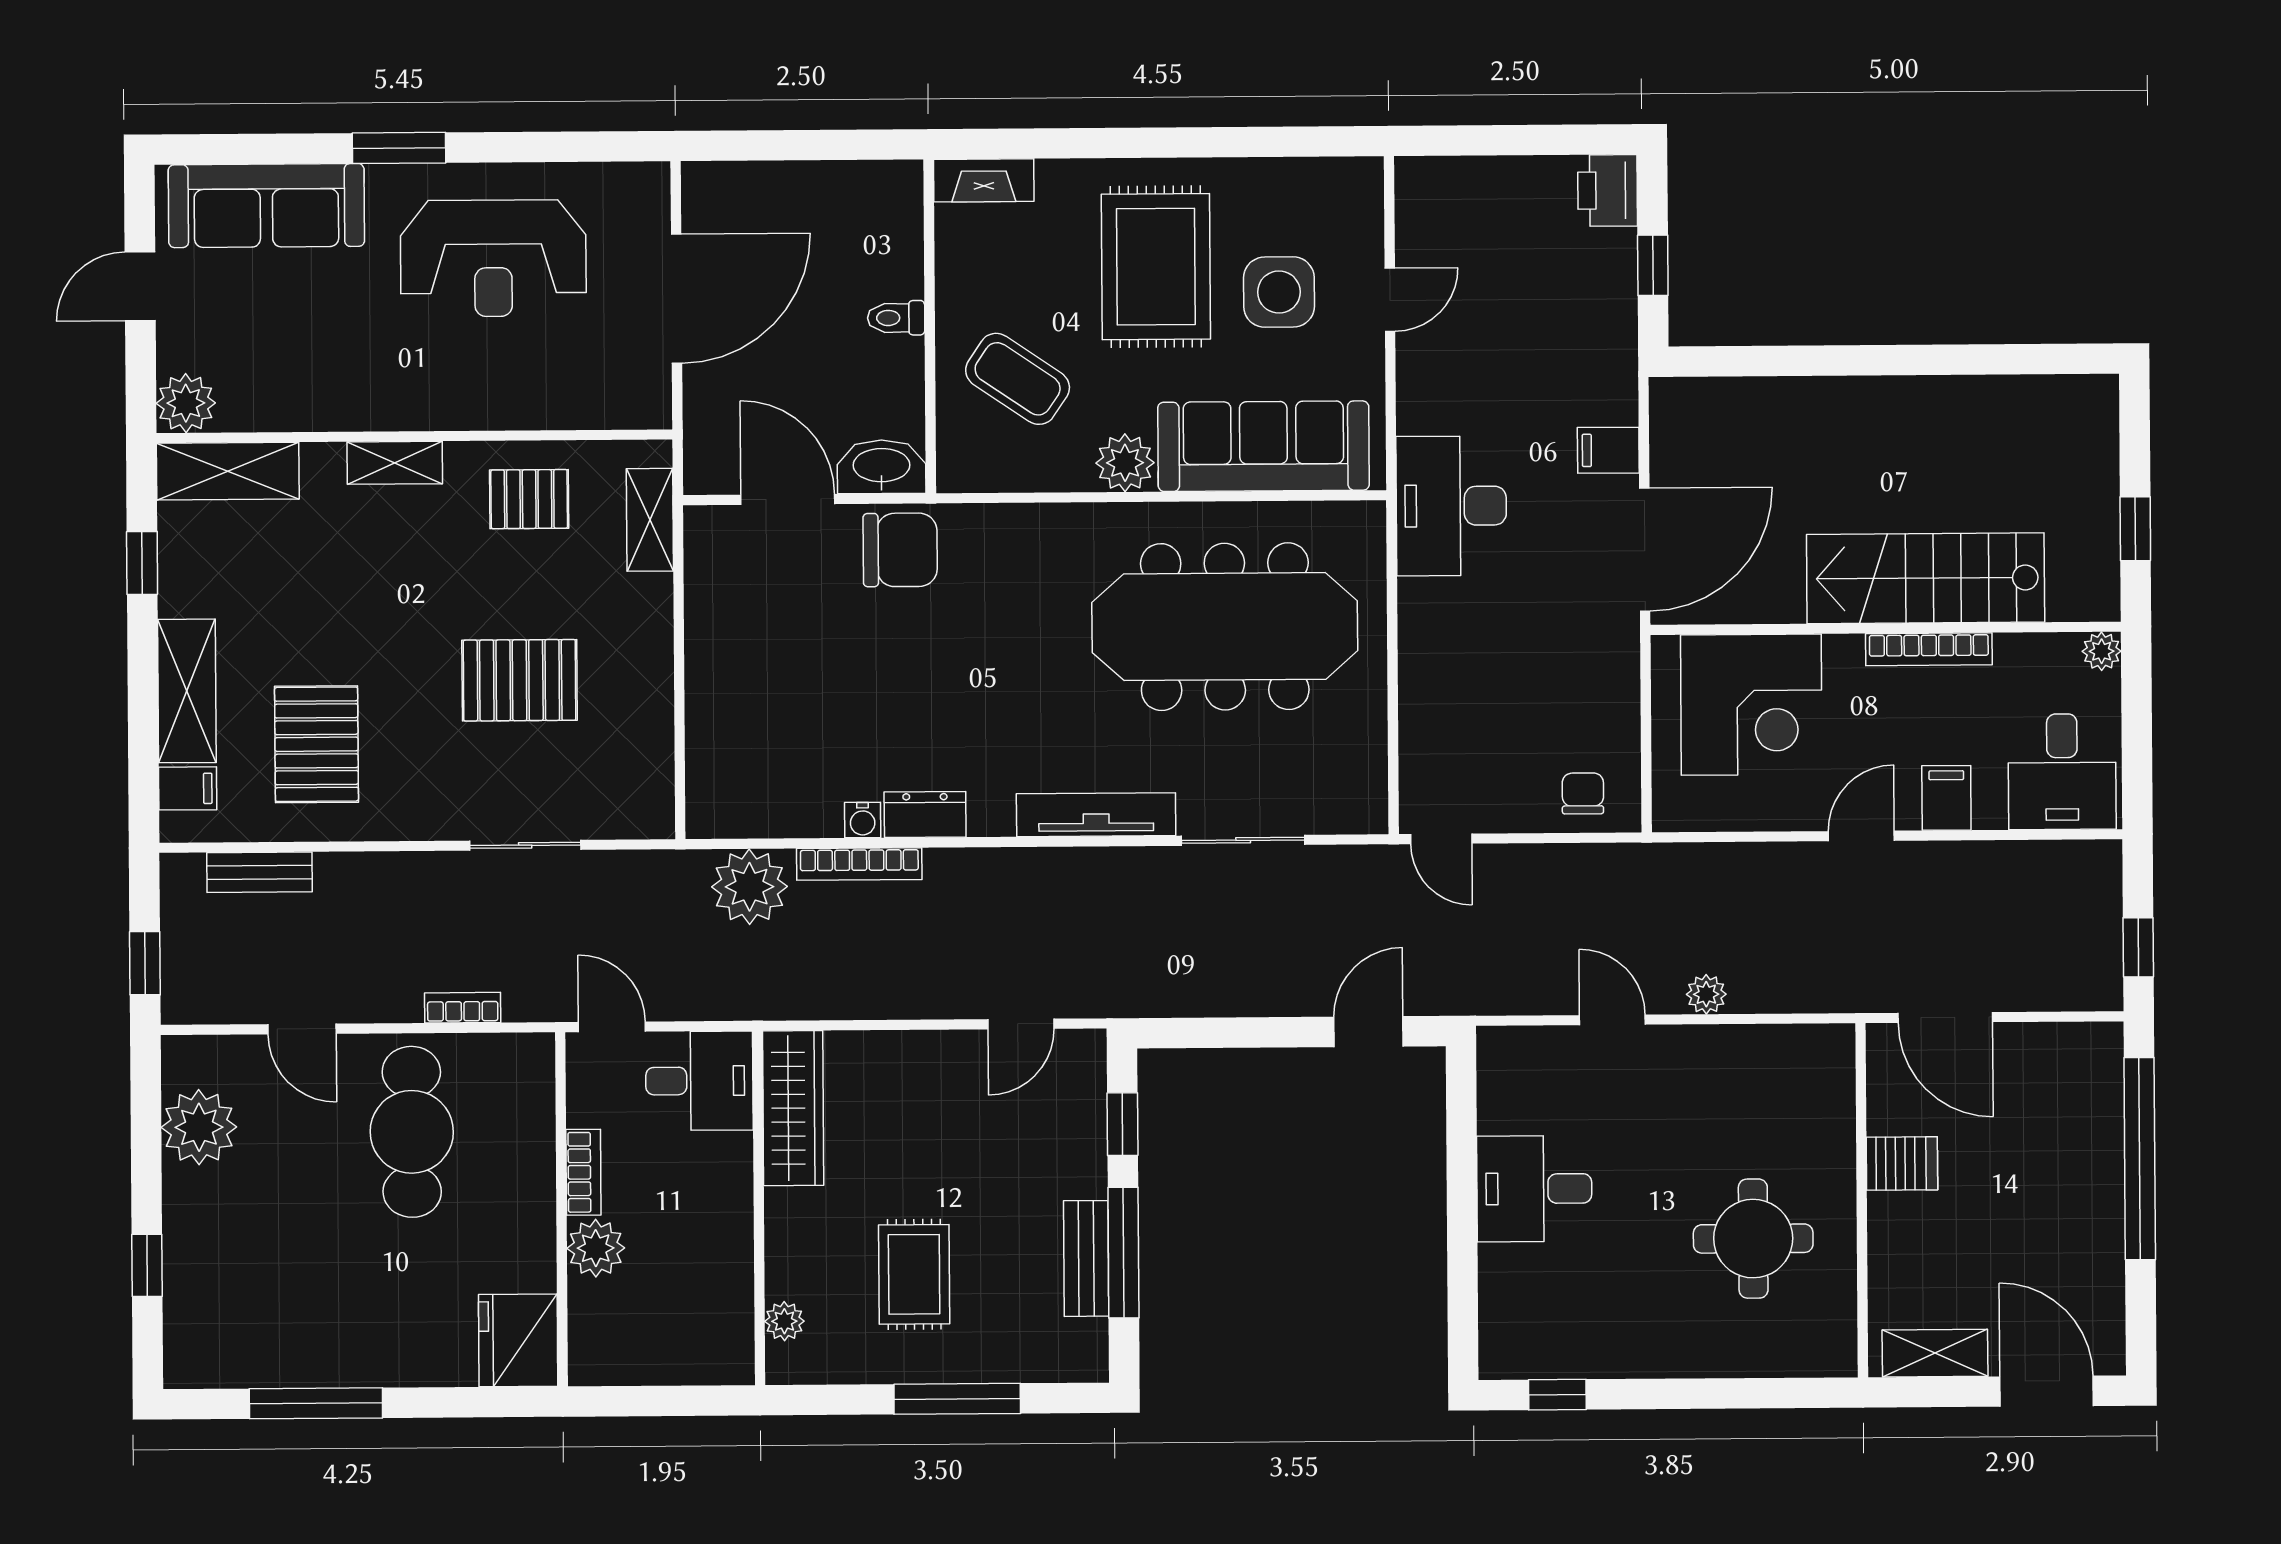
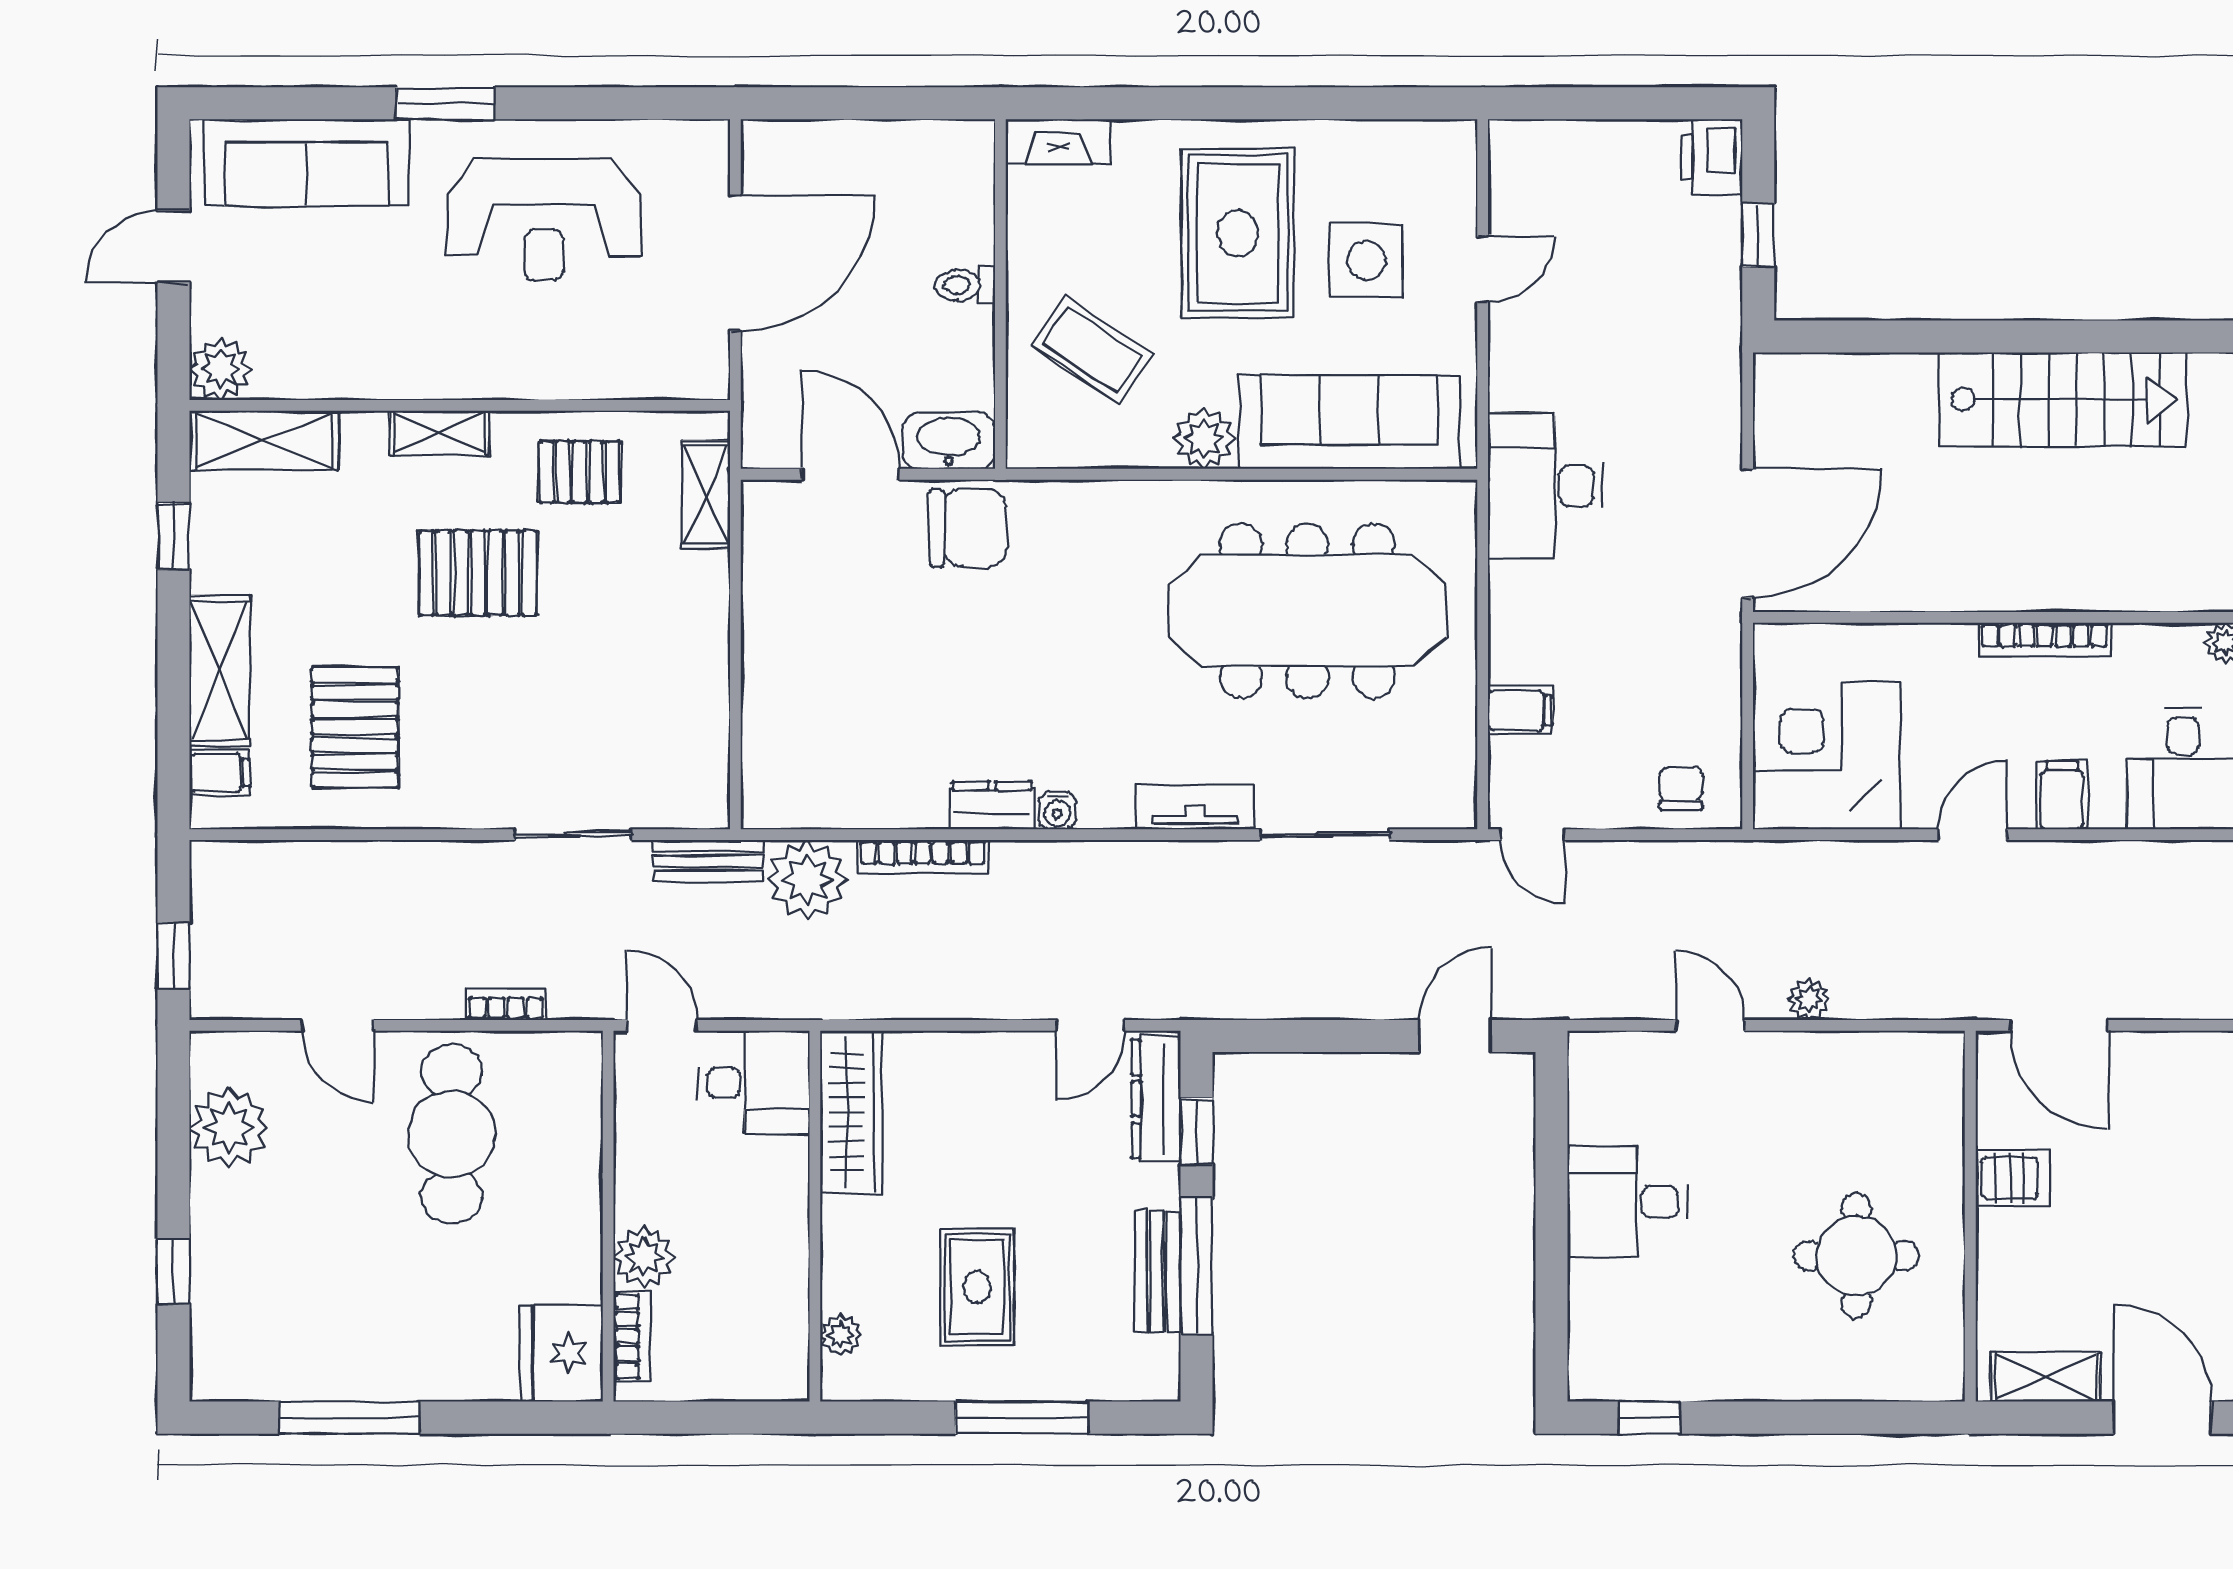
filing cabinet: (1608, 450) -> (1520, 710), moved, turned 180
stairs: (1926, 578) -> (2063, 399), moved, turned 180
pallet: (520, 680) -> (478, 573), moved
corner desk: (1751, 705) -> (1827, 756), moved, turned 180
tv unit: (1096, 815) -> (1195, 807), width x0.71
water cooler: (863, 820) -> (1057, 811), moved
bench: (260, 872) -> (708, 861), moved
dresser: (1084, 1094) -> (1156, 1099), added
bookcase: (583, 1172) -> (631, 1337), moved

